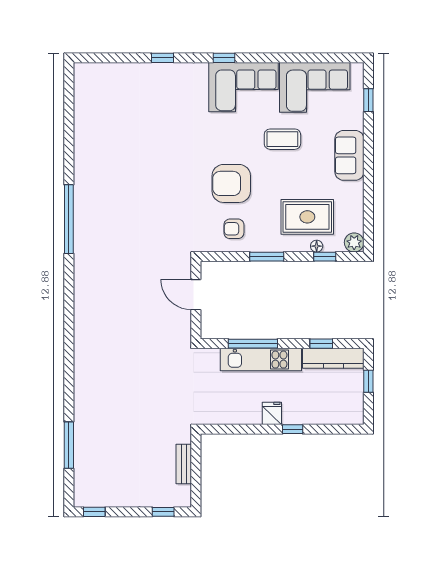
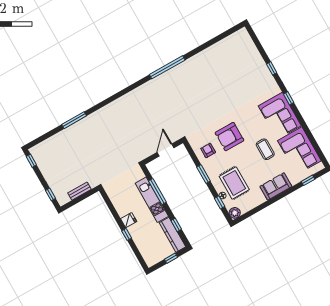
armchair: (231, 183) -> (229, 137), turned -90
window: (69, 445) -> (74, 120), moved

